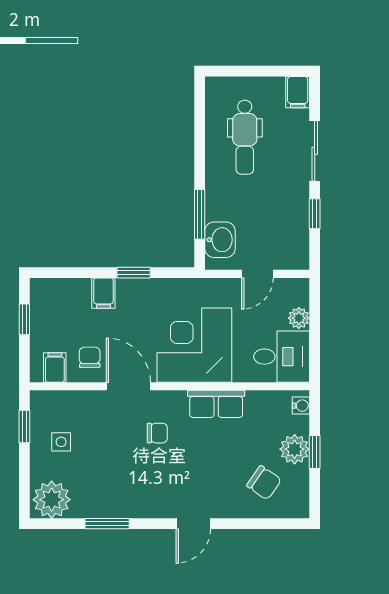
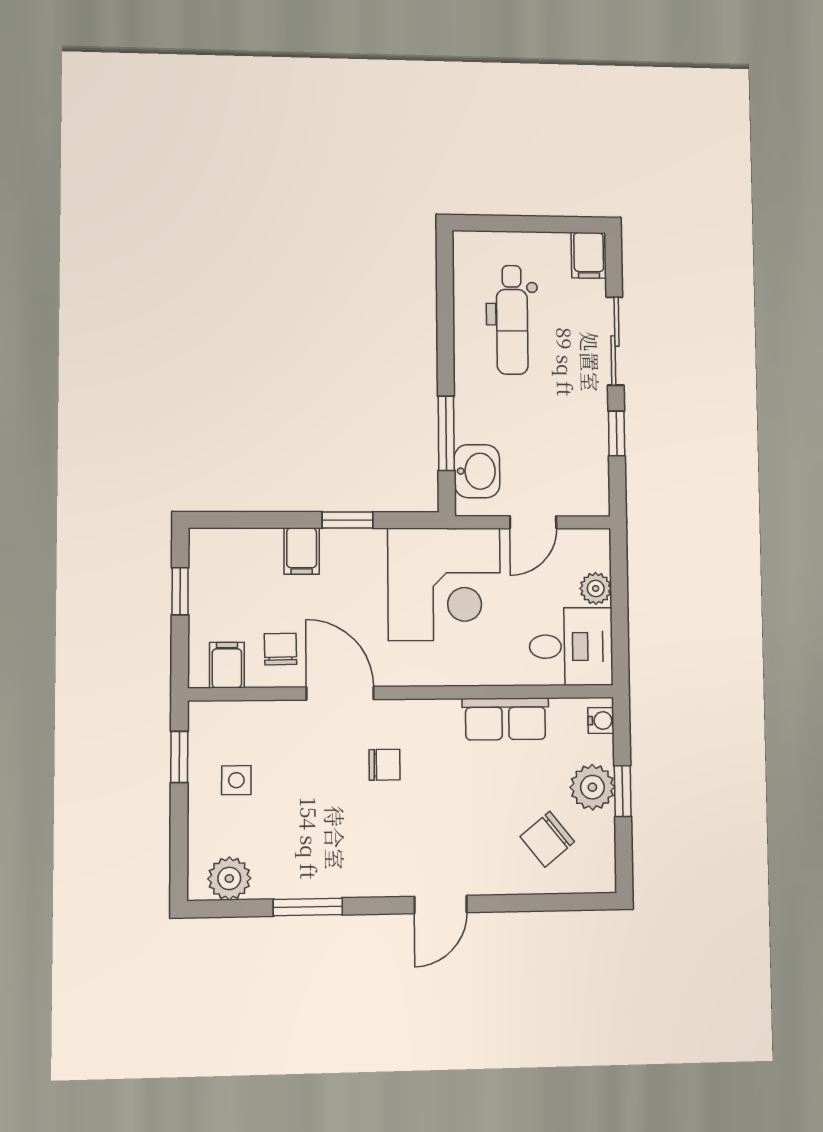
corner desk: (194, 345) -> (444, 584), moved, turned 180
row of seats: (216, 404) -> (505, 719), moved
chair: (264, 483) -> (547, 839), turned 106
plant: (52, 500) -> (229, 878), width x0.73, depth x0.73

